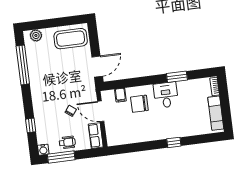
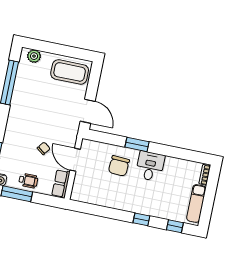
door: (97, 67) -> (88, 111), hinge flipped
window: (177, 77) -> (137, 144), moved
filing cabinet: (120, 95) -> (102, 150), removed
chair: (139, 104) -> (119, 166), turned -87
window: (204, 139) -> (175, 226), added

